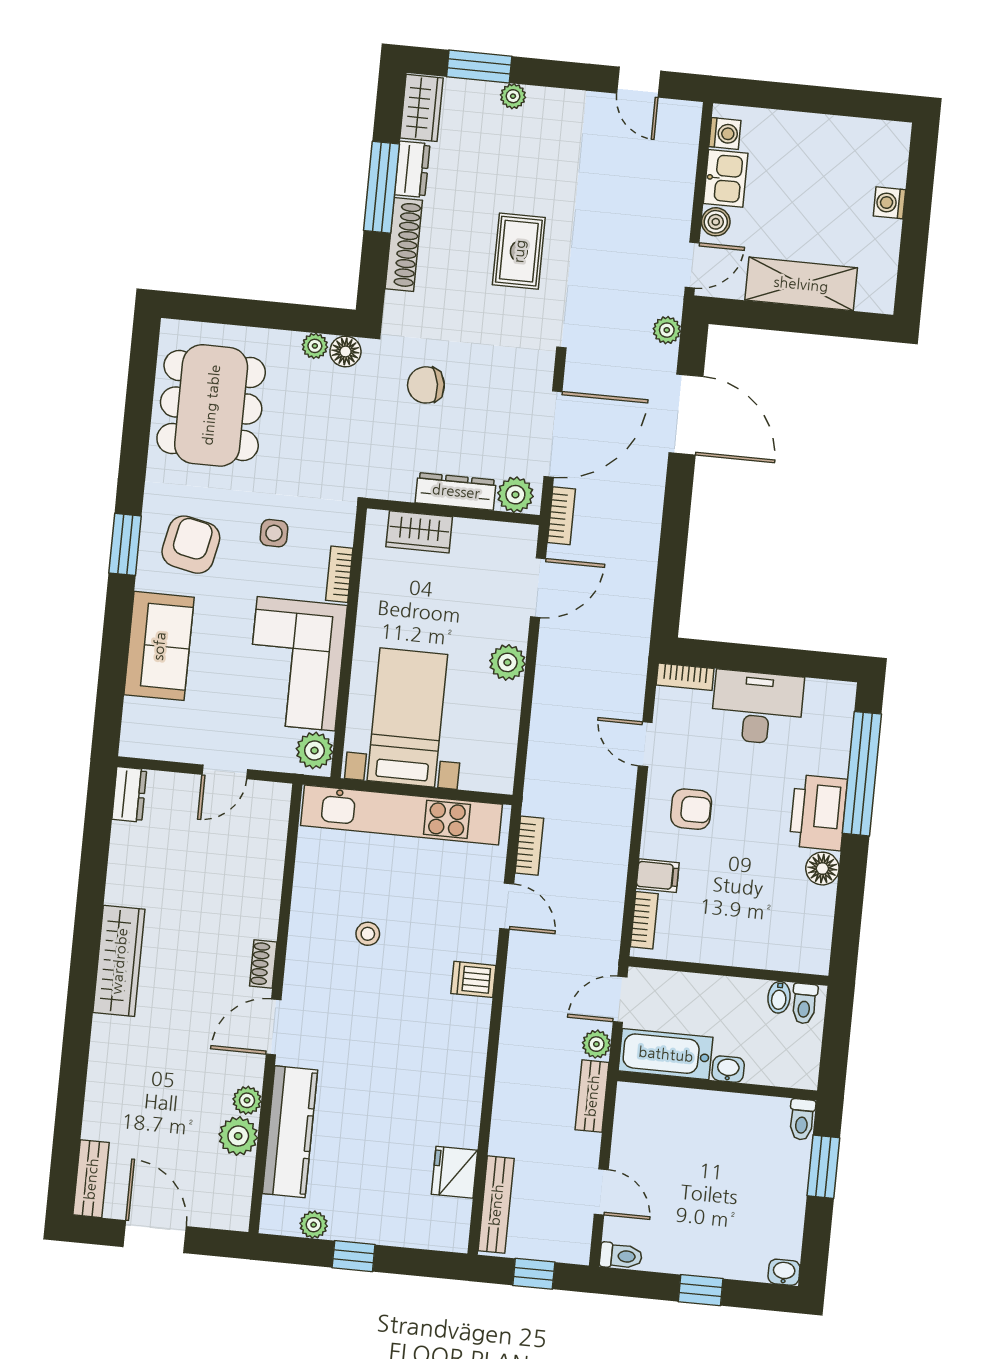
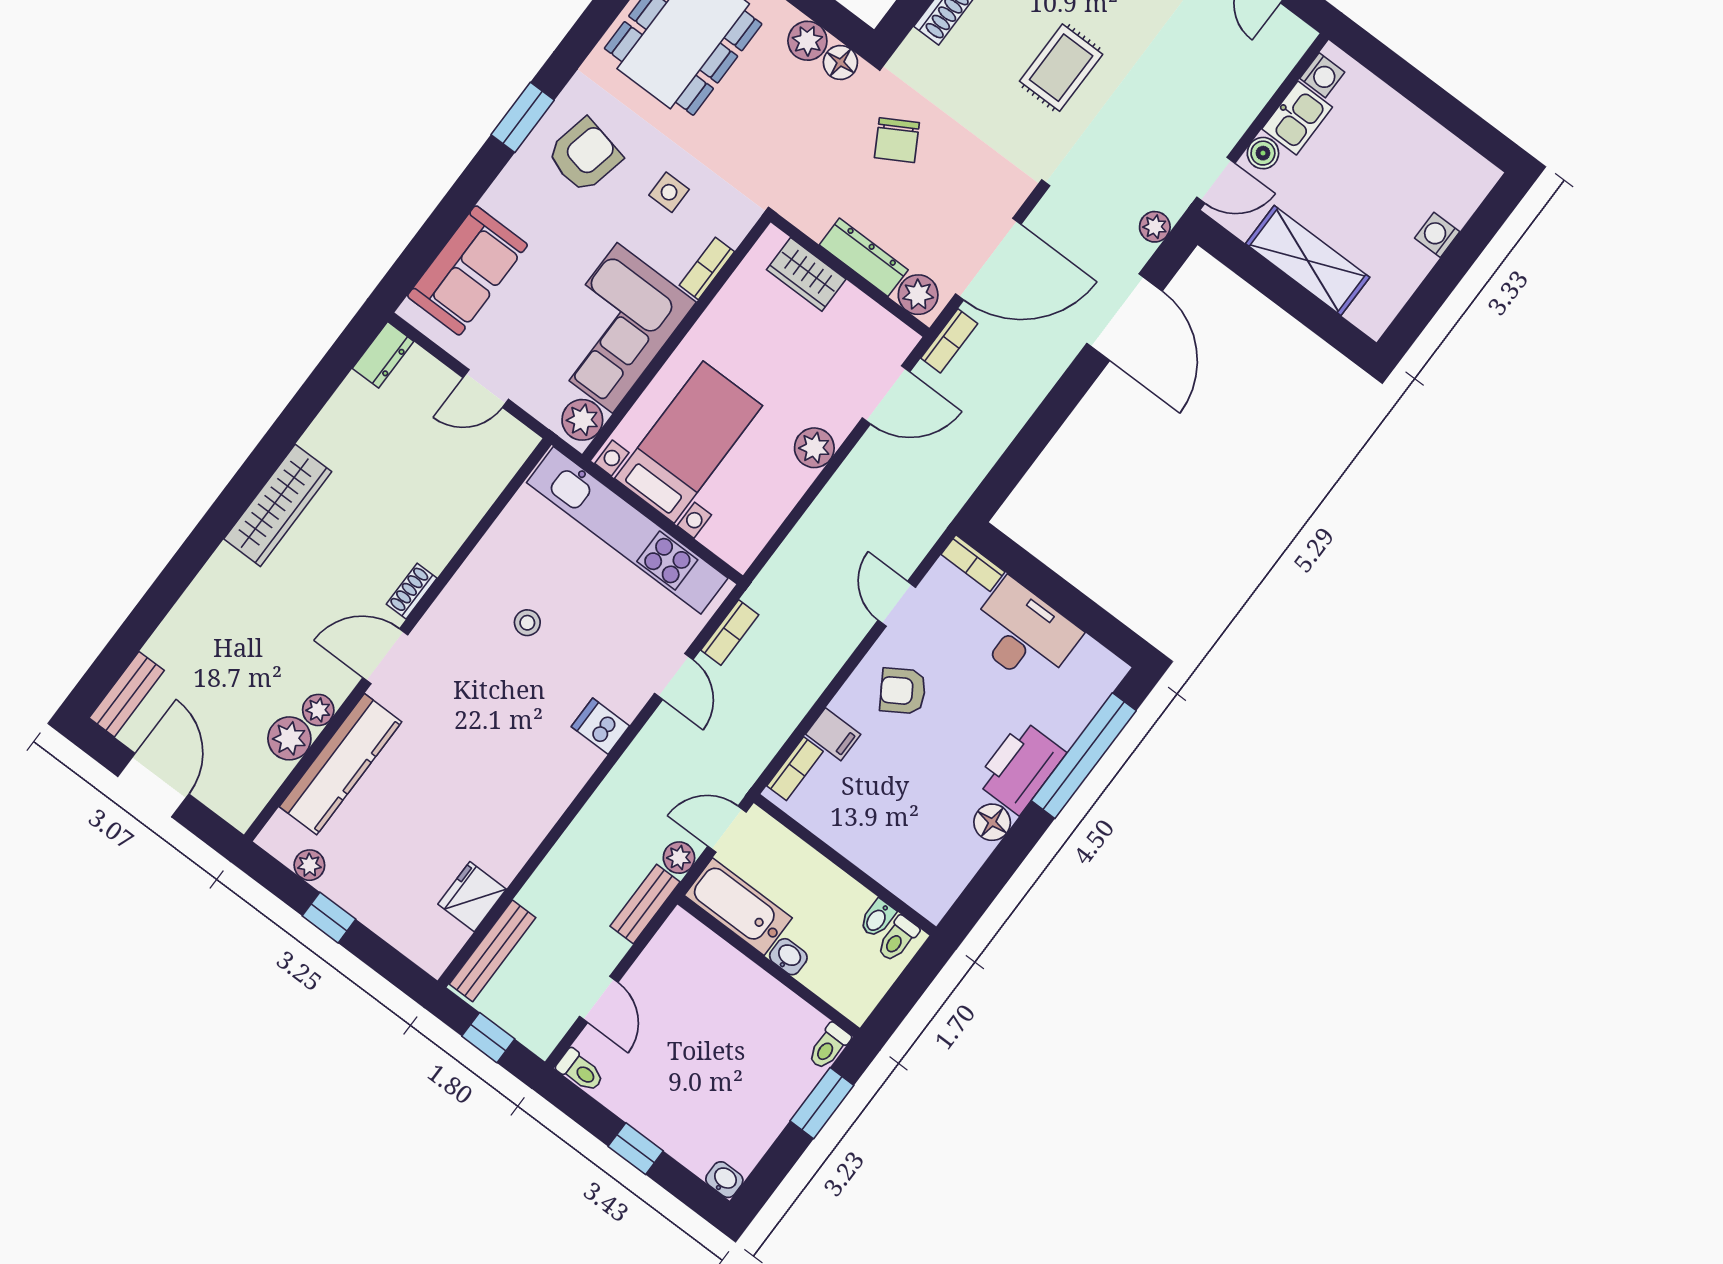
plant: (315, 346) -> (807, 41), width x1.38, depth x1.38
chair: (426, 385) -> (897, 140), turned -112
sofa: (159, 646) -> (468, 270), moved
armchair: (691, 809) -> (903, 691), turned 148

